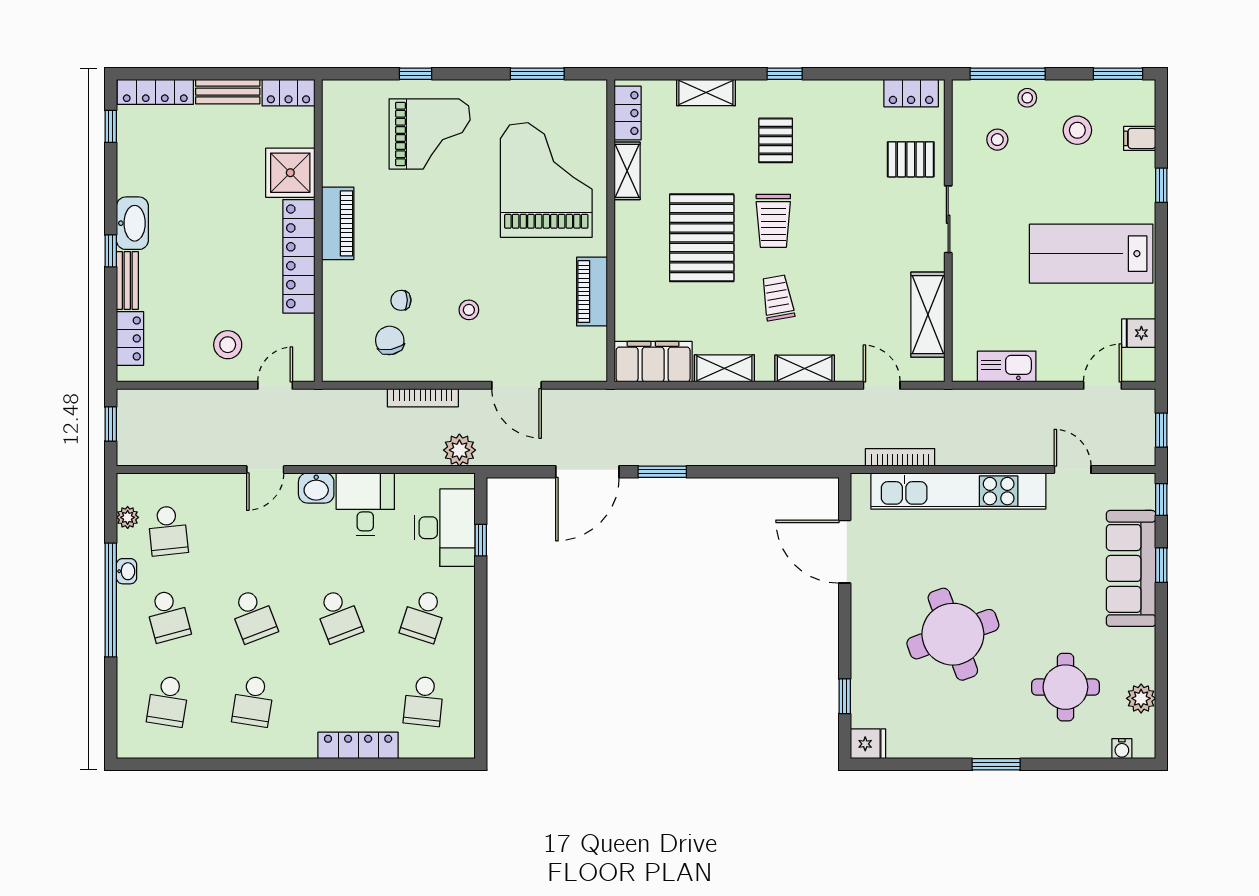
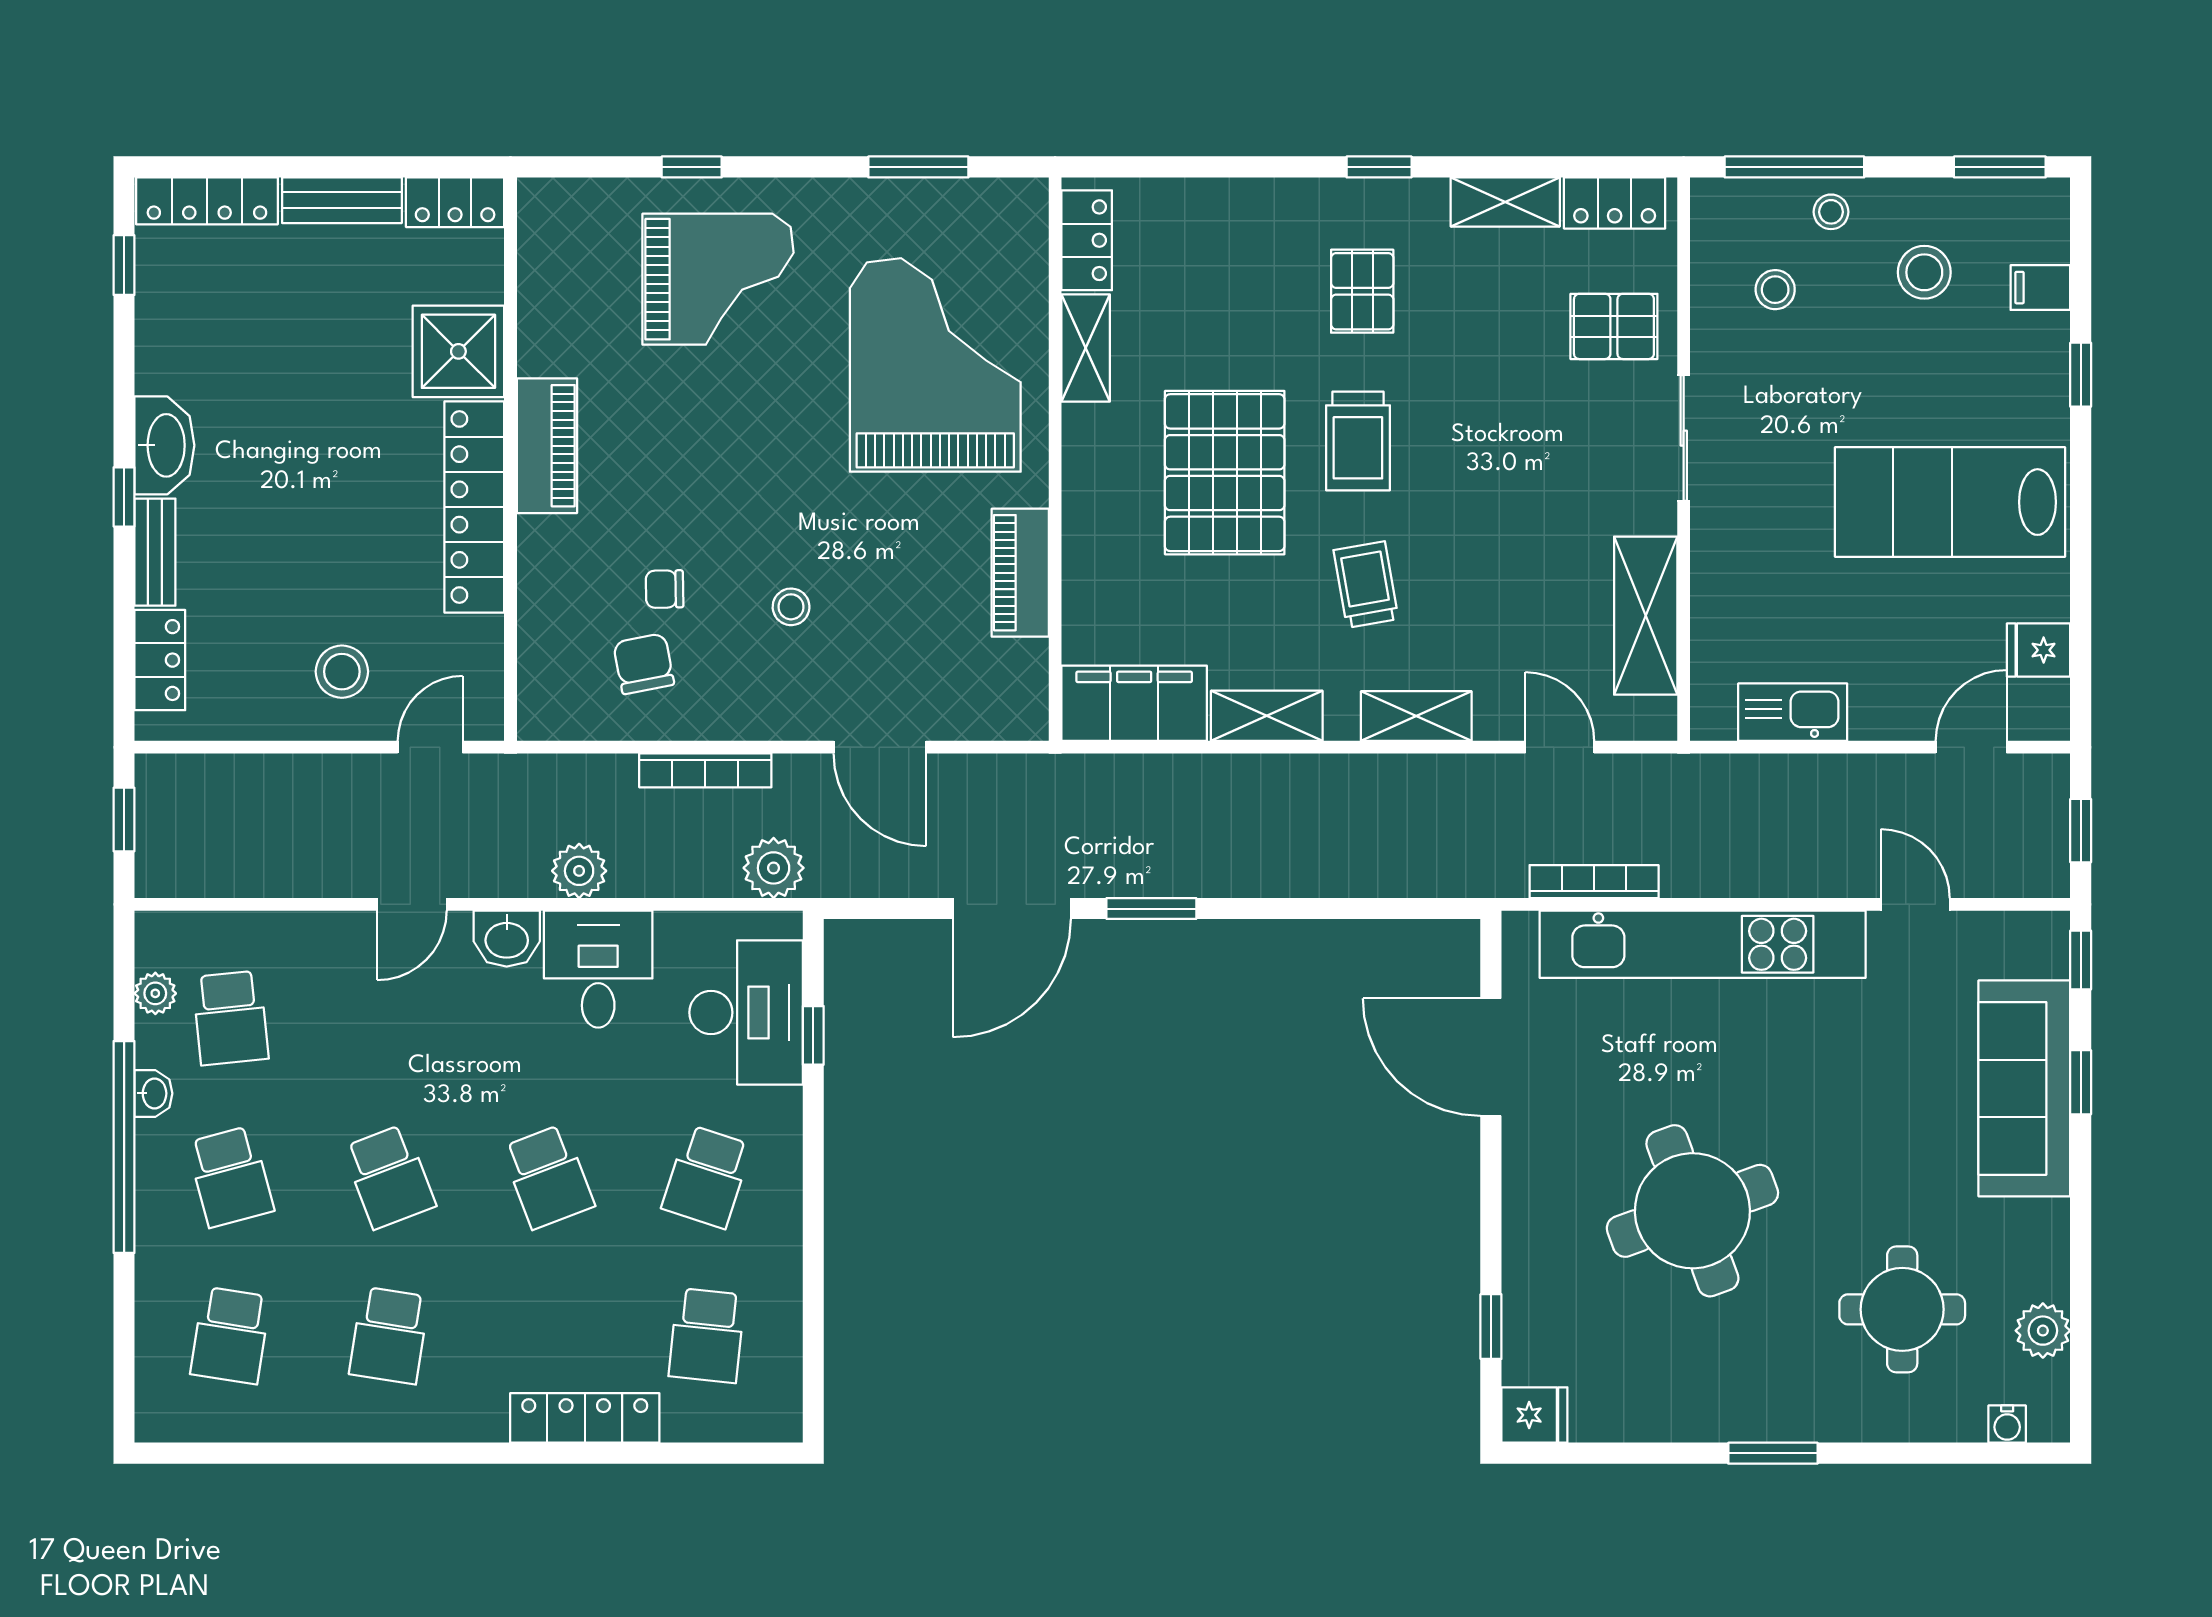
shelving: (706, 92) -> (1505, 202), moved
plant: (355, 452) -> (579, 871), added

